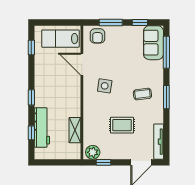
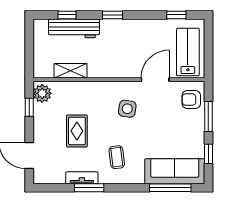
sofa: (153, 43) -> (175, 171), width x1.36
window: (166, 97) -> (89, 188), moved
tv unit: (159, 142) -> (82, 178), moved, width x0.71

